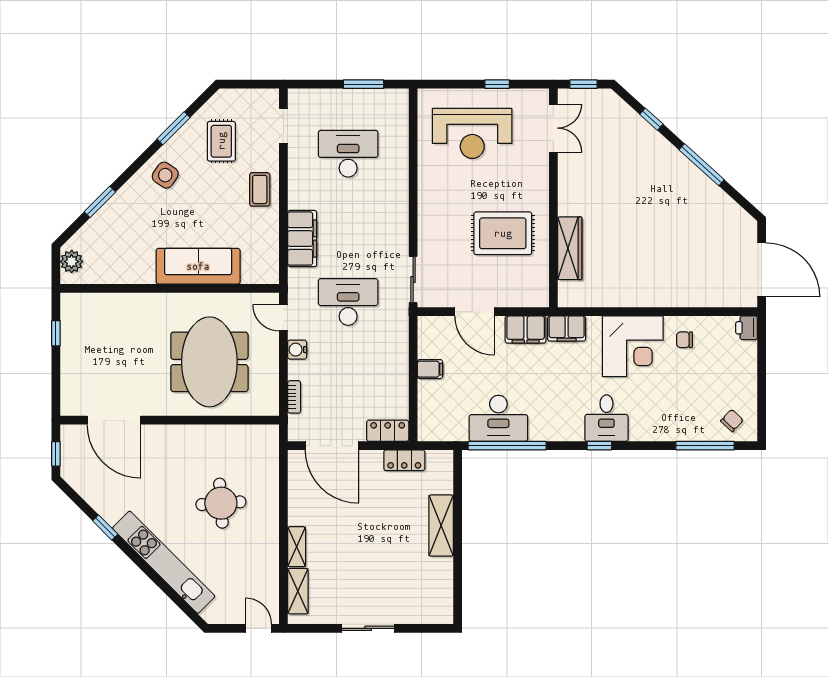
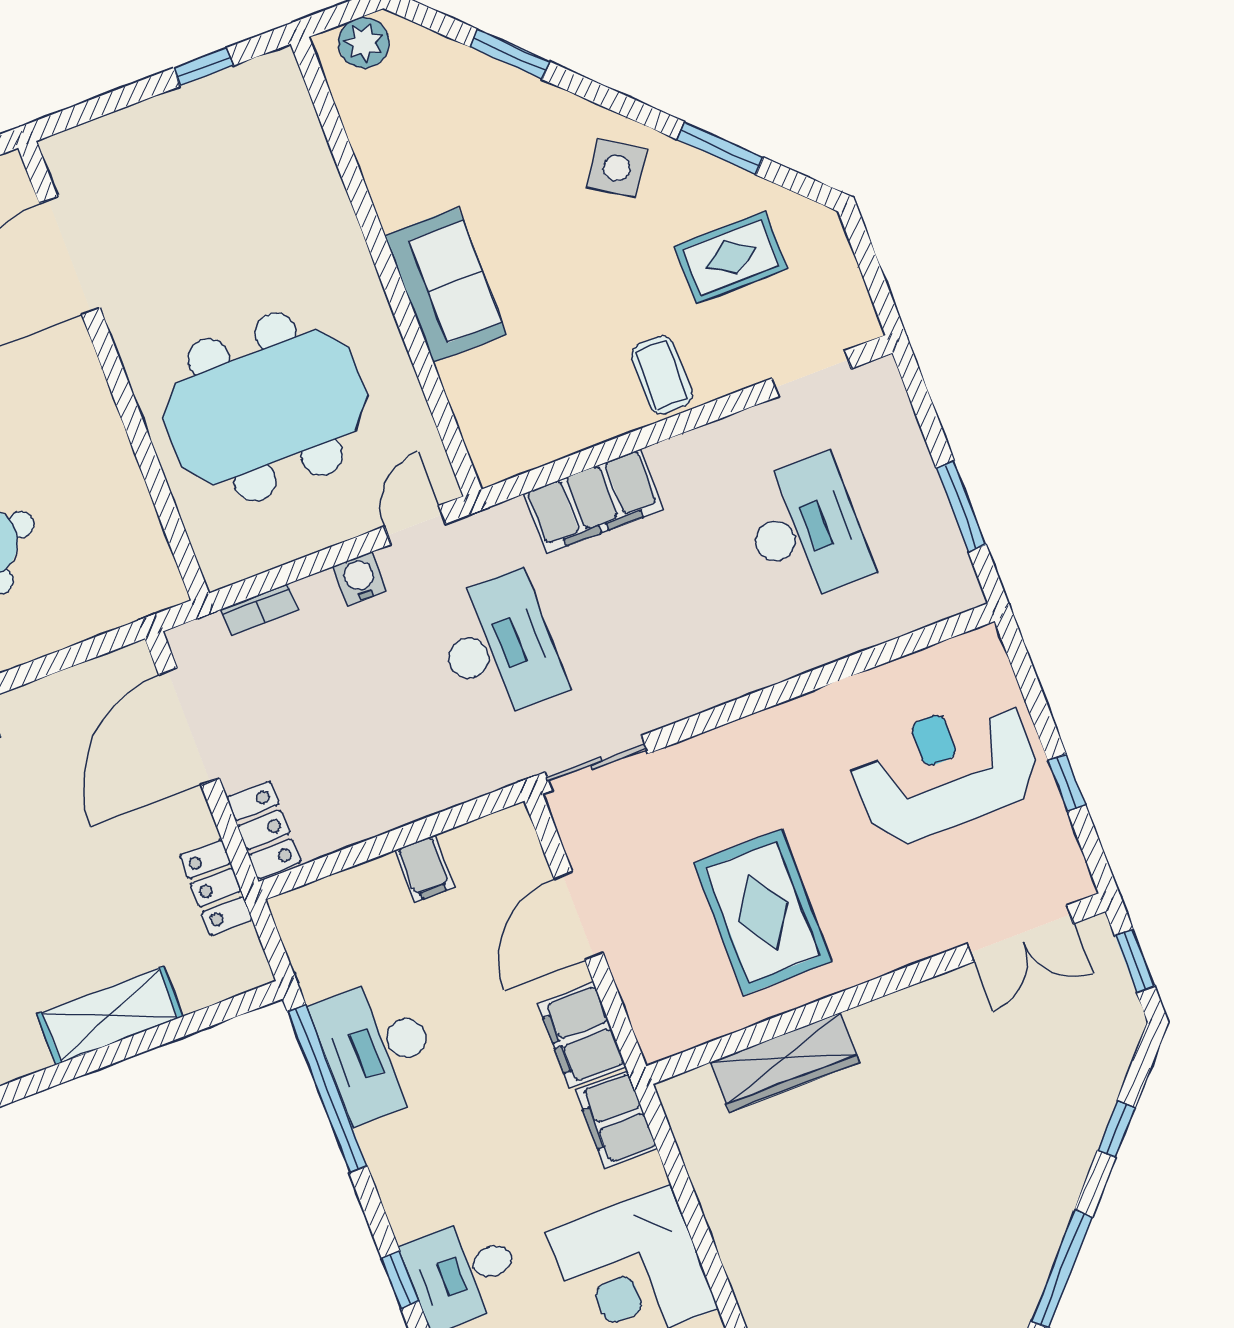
reception desk: (472, 133) -> (945, 770), turned 90
coffee table: (260, 189) -> (662, 375), turned 90
sofa: (198, 266) -> (446, 285), width x0.73

